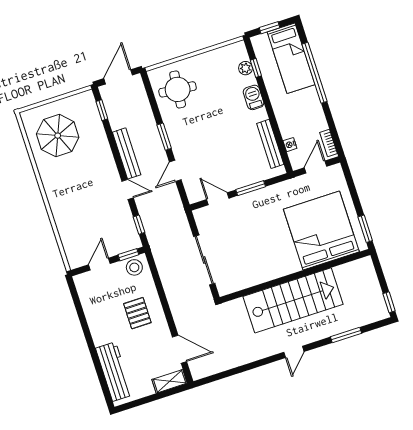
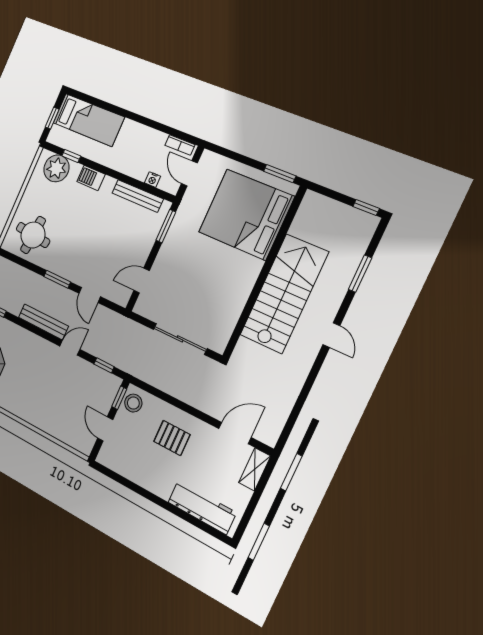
plant: (245, 68) -> (56, 168), width x1.88, depth x1.88
window: (315, 73) -> (116, 110), removed
window: (251, 188) -> (166, 226), moved

